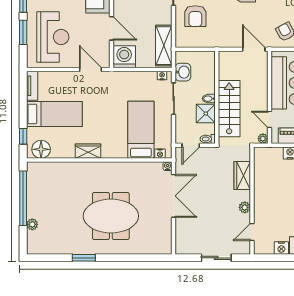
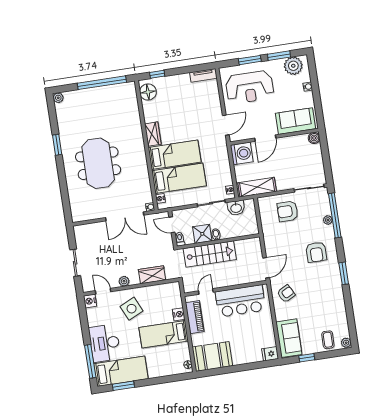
bed: (54, 114) -> (175, 155), moved, turned -90
plant: (263, 139) -> (188, 288), removed
side table: (276, 204) -> (132, 309), added
plant: (32, 224) -> (58, 98), moved
nightstand: (281, 248) -> (90, 301), moved

